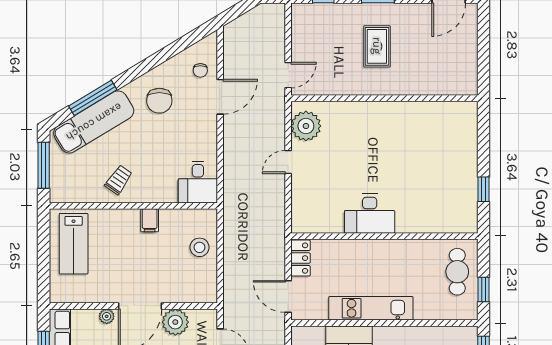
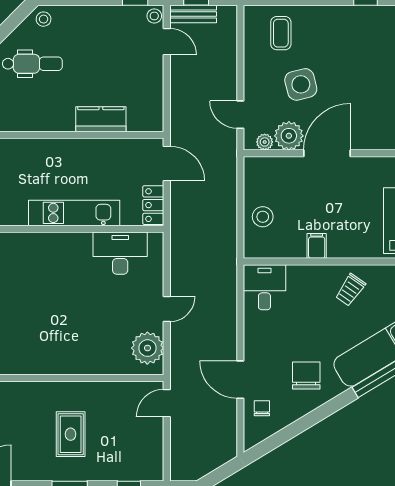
door: (220, 97) -> (240, 380), hinge flipped
desk: (370, 214) -> (120, 253), moved
kitchen unit: (371, 308) -> (74, 213), moved, turned 180
plant: (107, 316) -> (265, 142), moved

